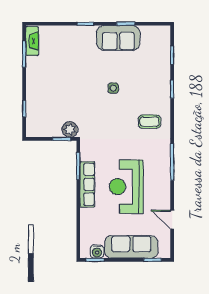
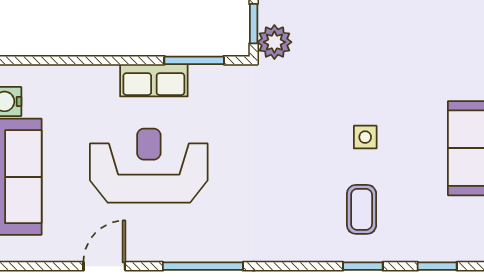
coffee table: (150, 122) -> (362, 209), moved
row of seats: (87, 184) -> (154, 80), width x0.68
door: (172, 220) -> (104, 266), moved

